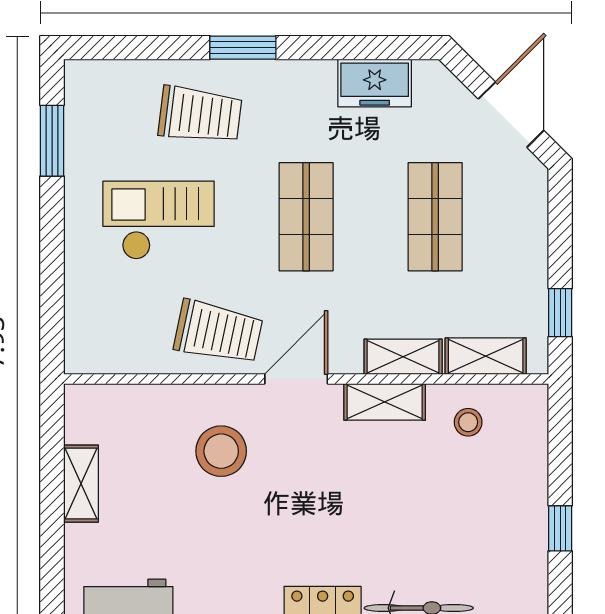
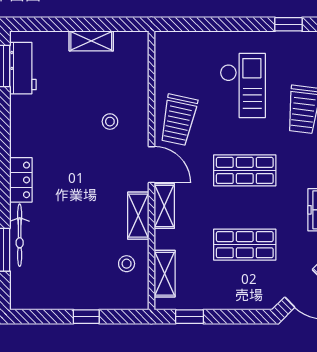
window: (52, 141) -> (288, 24), width x0.67
shelving: (403, 357) -> (164, 206), moved
stool: (221, 451) -> (110, 122), width x0.53, depth x0.53
window: (560, 528) -> (86, 317), moved

